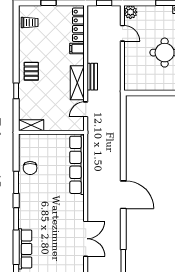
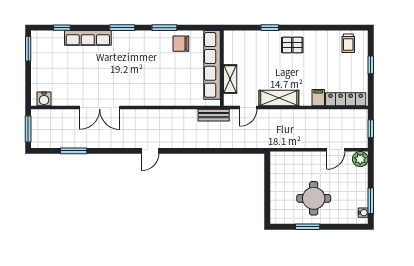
bench: (92, 77) -> (214, 115), moved
door: (86, 109) -> (248, 108), swing flipped
shelving: (31, 125) -> (230, 79), moved
row of seats: (77, 165) -> (212, 65), moved, turned -90
door: (123, 195) -> (150, 151), width x0.53

